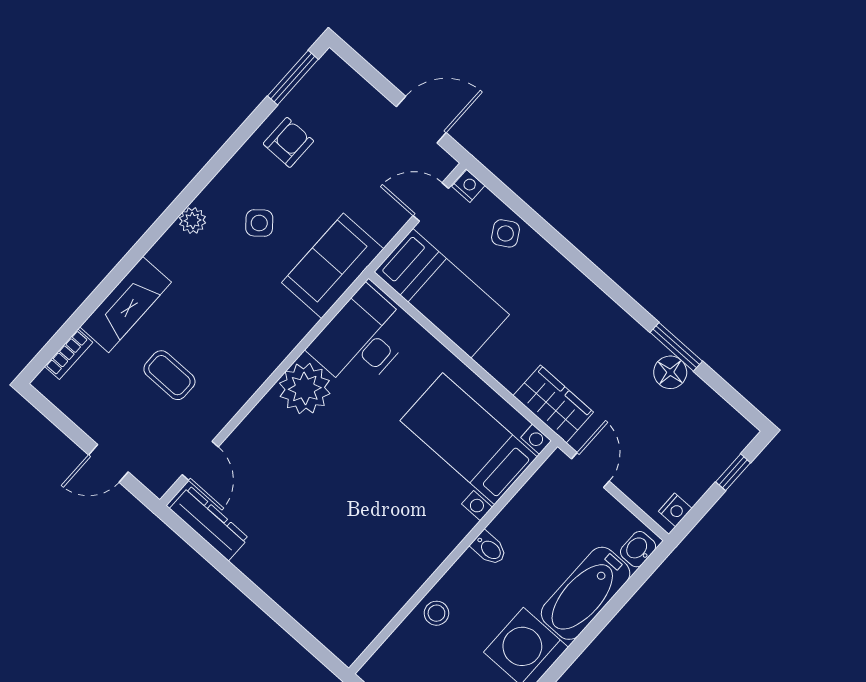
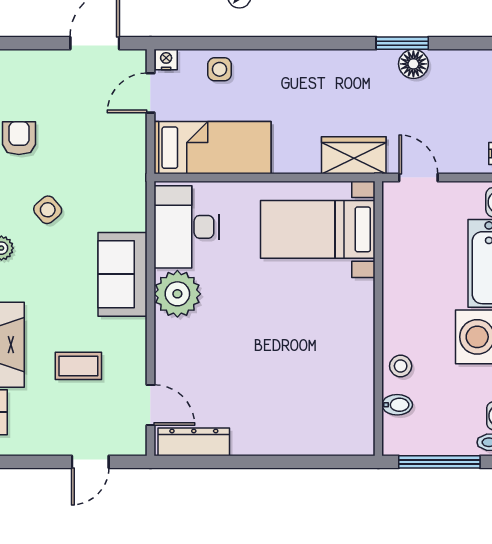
side table: (505, 233) -> (219, 69), turned 31
sofa: (333, 266) -> (123, 274), moved
bidet: (489, 548) -> (397, 405), moved

